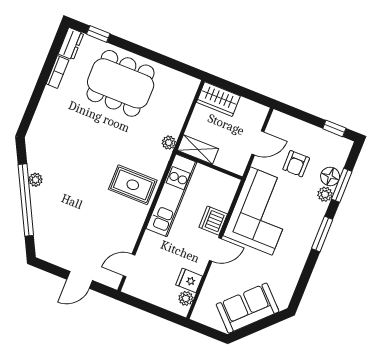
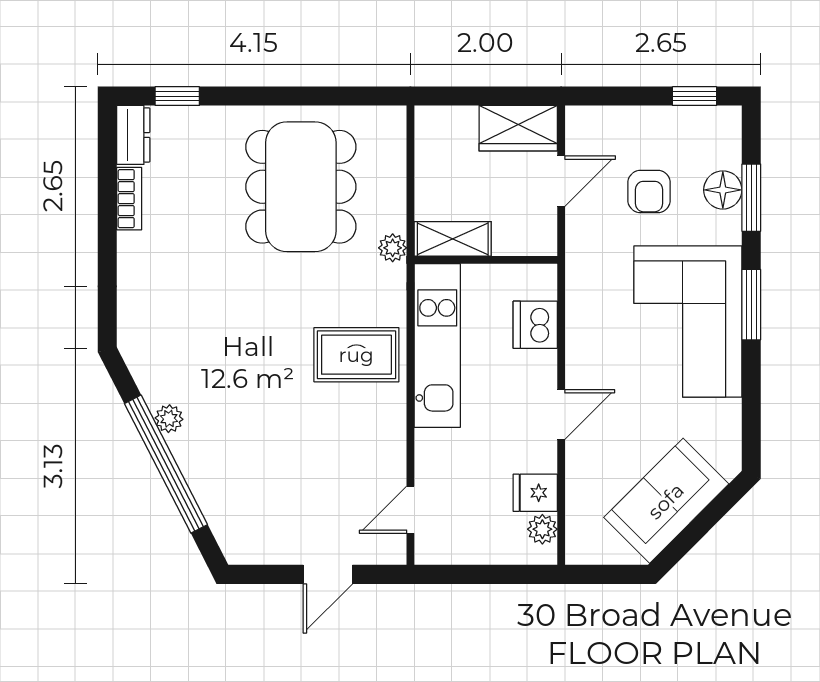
dining table: (121, 83) -> (301, 187), moved, turned 90
wardrobe: (218, 99) -> (518, 128), moved
plant: (325, 194) -> (726, 227), removed
corner sofa: (261, 211) -> (688, 321), moved, turned 180
dishwasher: (213, 221) -> (535, 325), moved

